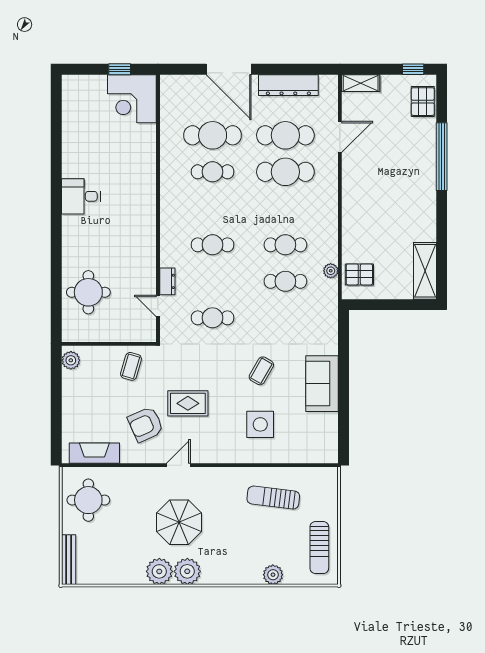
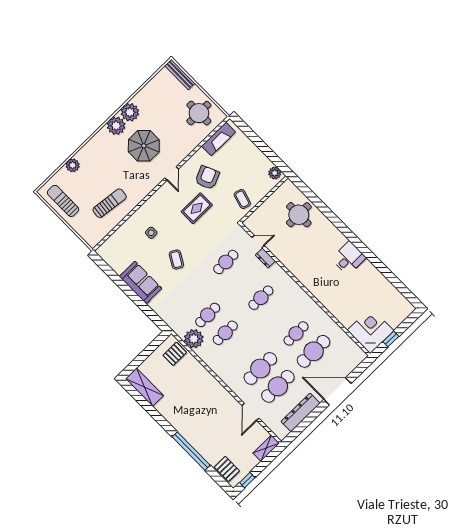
plant: (331, 271) -> (194, 339), width x1.88, depth x1.88
side table: (260, 424) -> (151, 233), width x0.54, depth x0.54

